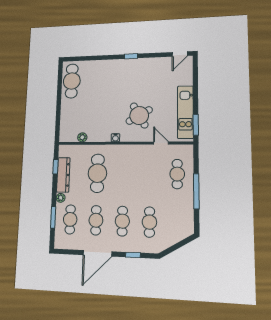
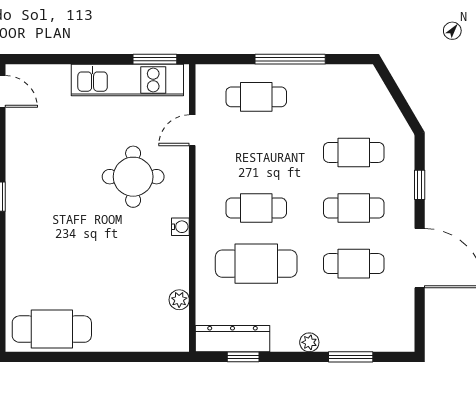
round table: (139, 116) -> (133, 177), turned 30
dresser: (63, 175) -> (232, 339), moved
cafe table: (70, 219) -> (256, 208), moved

